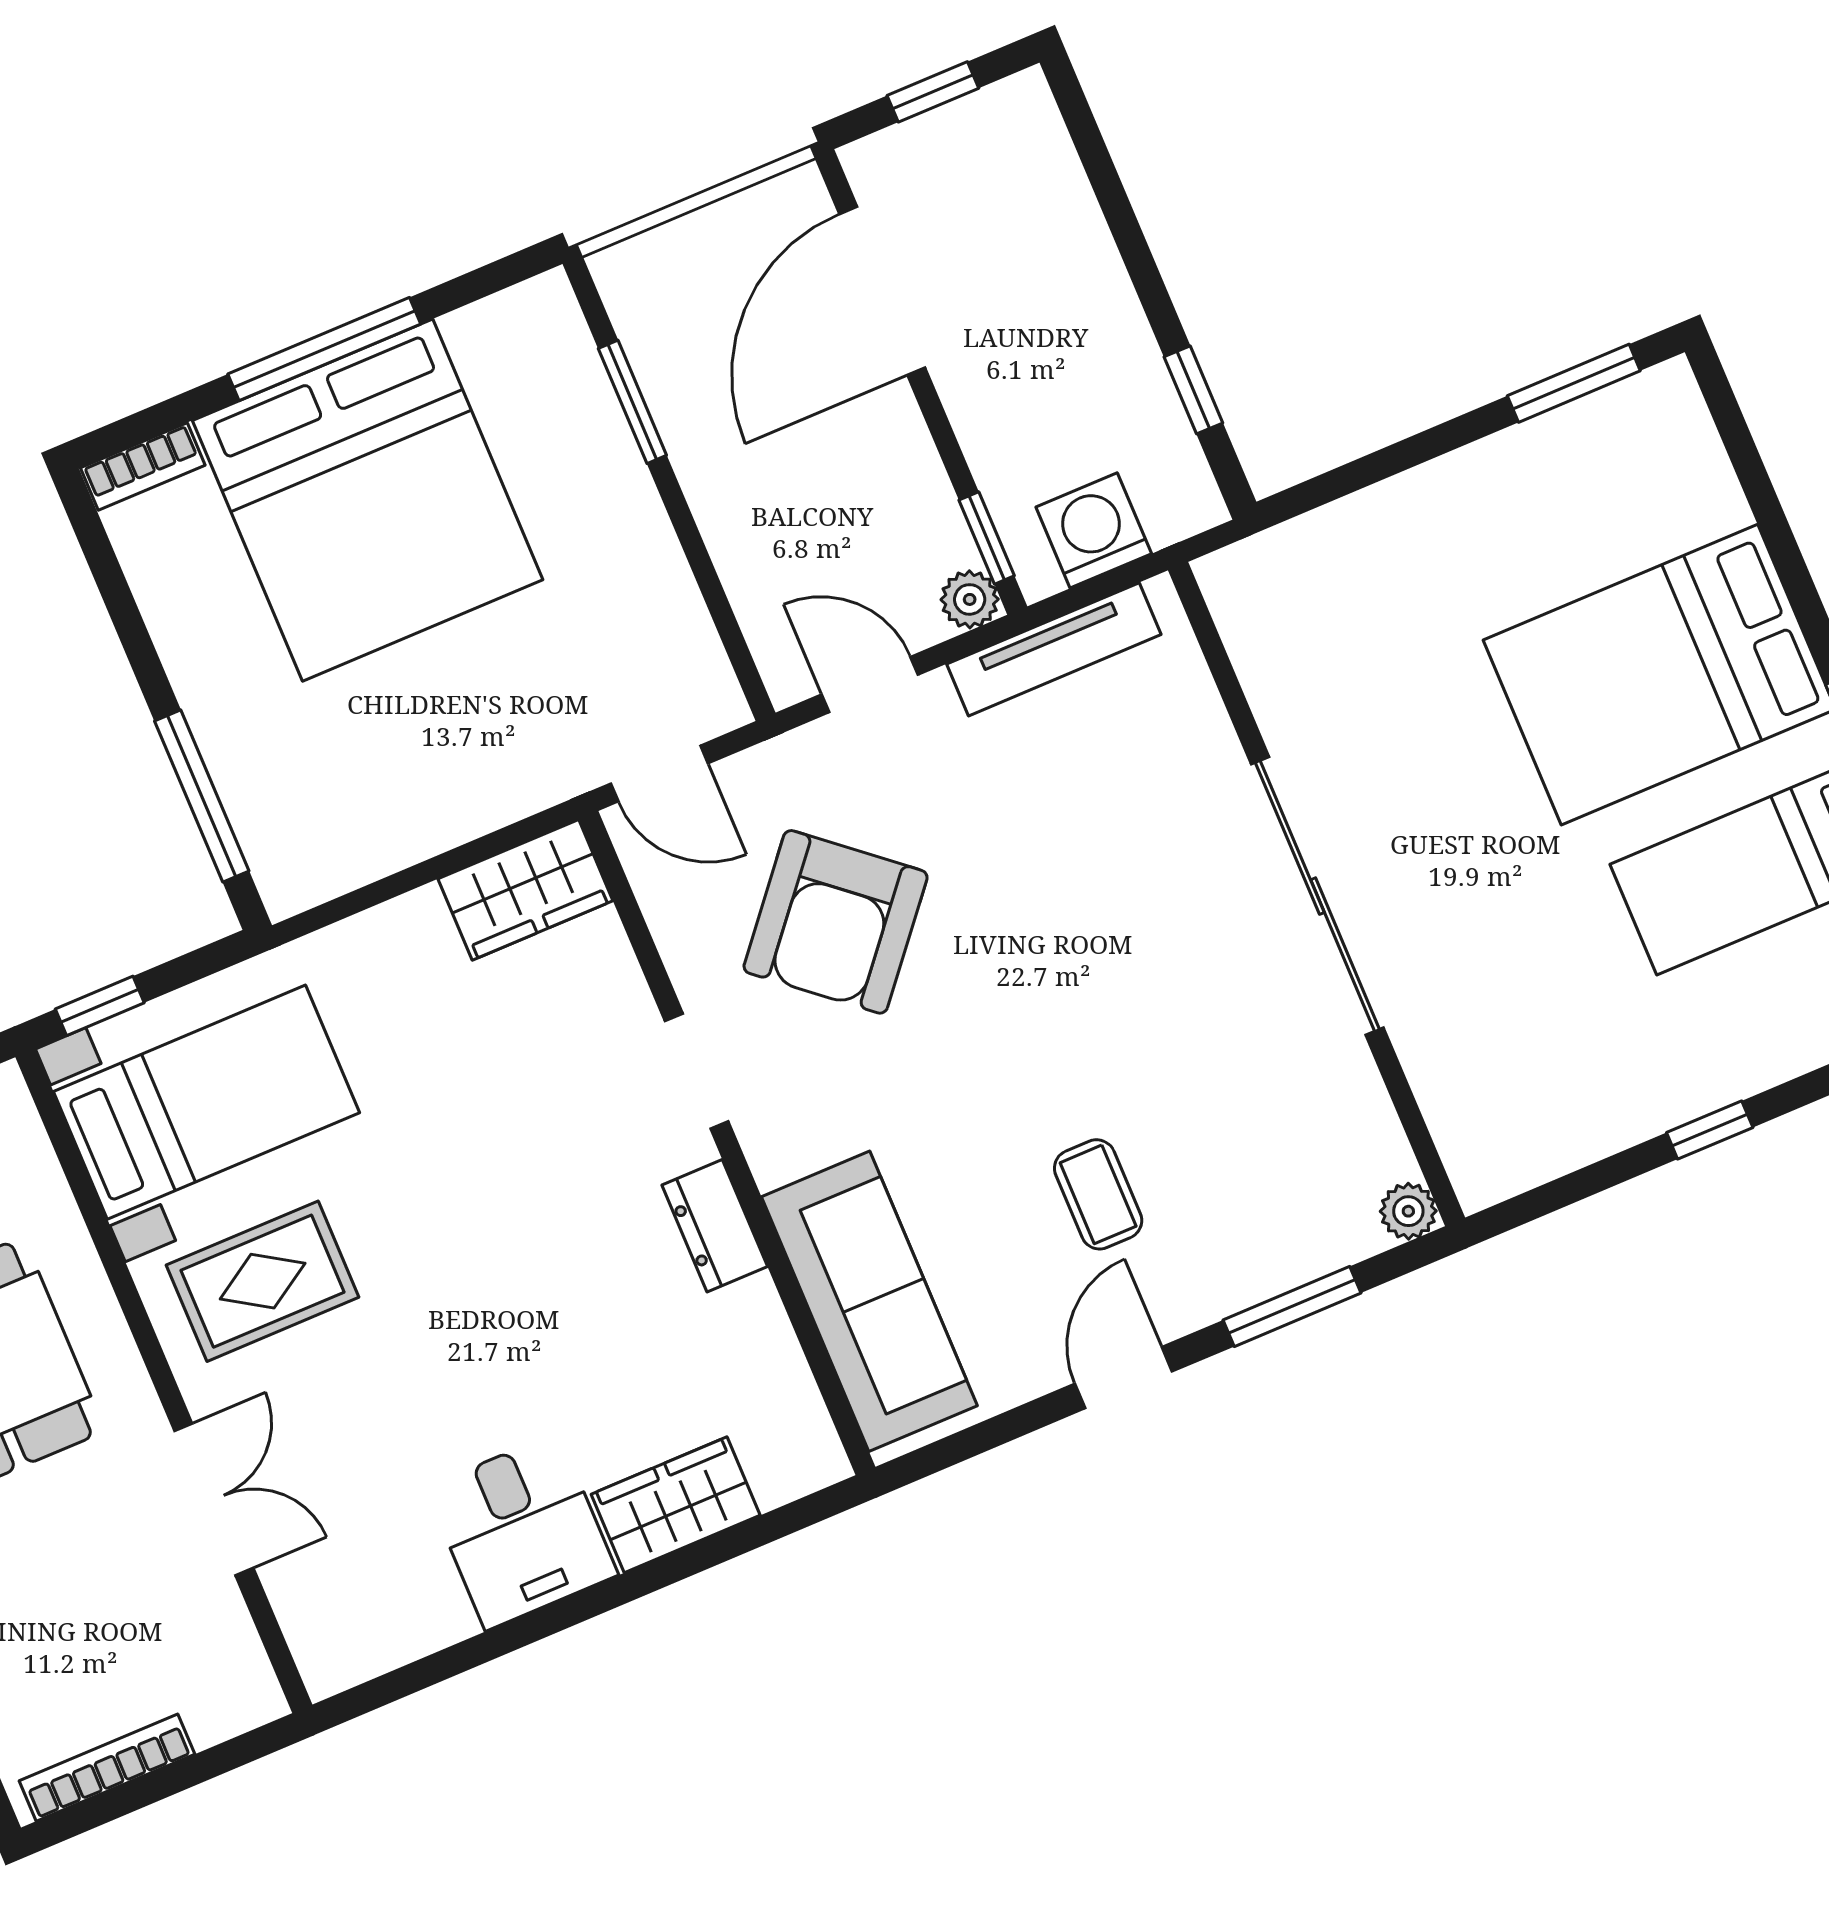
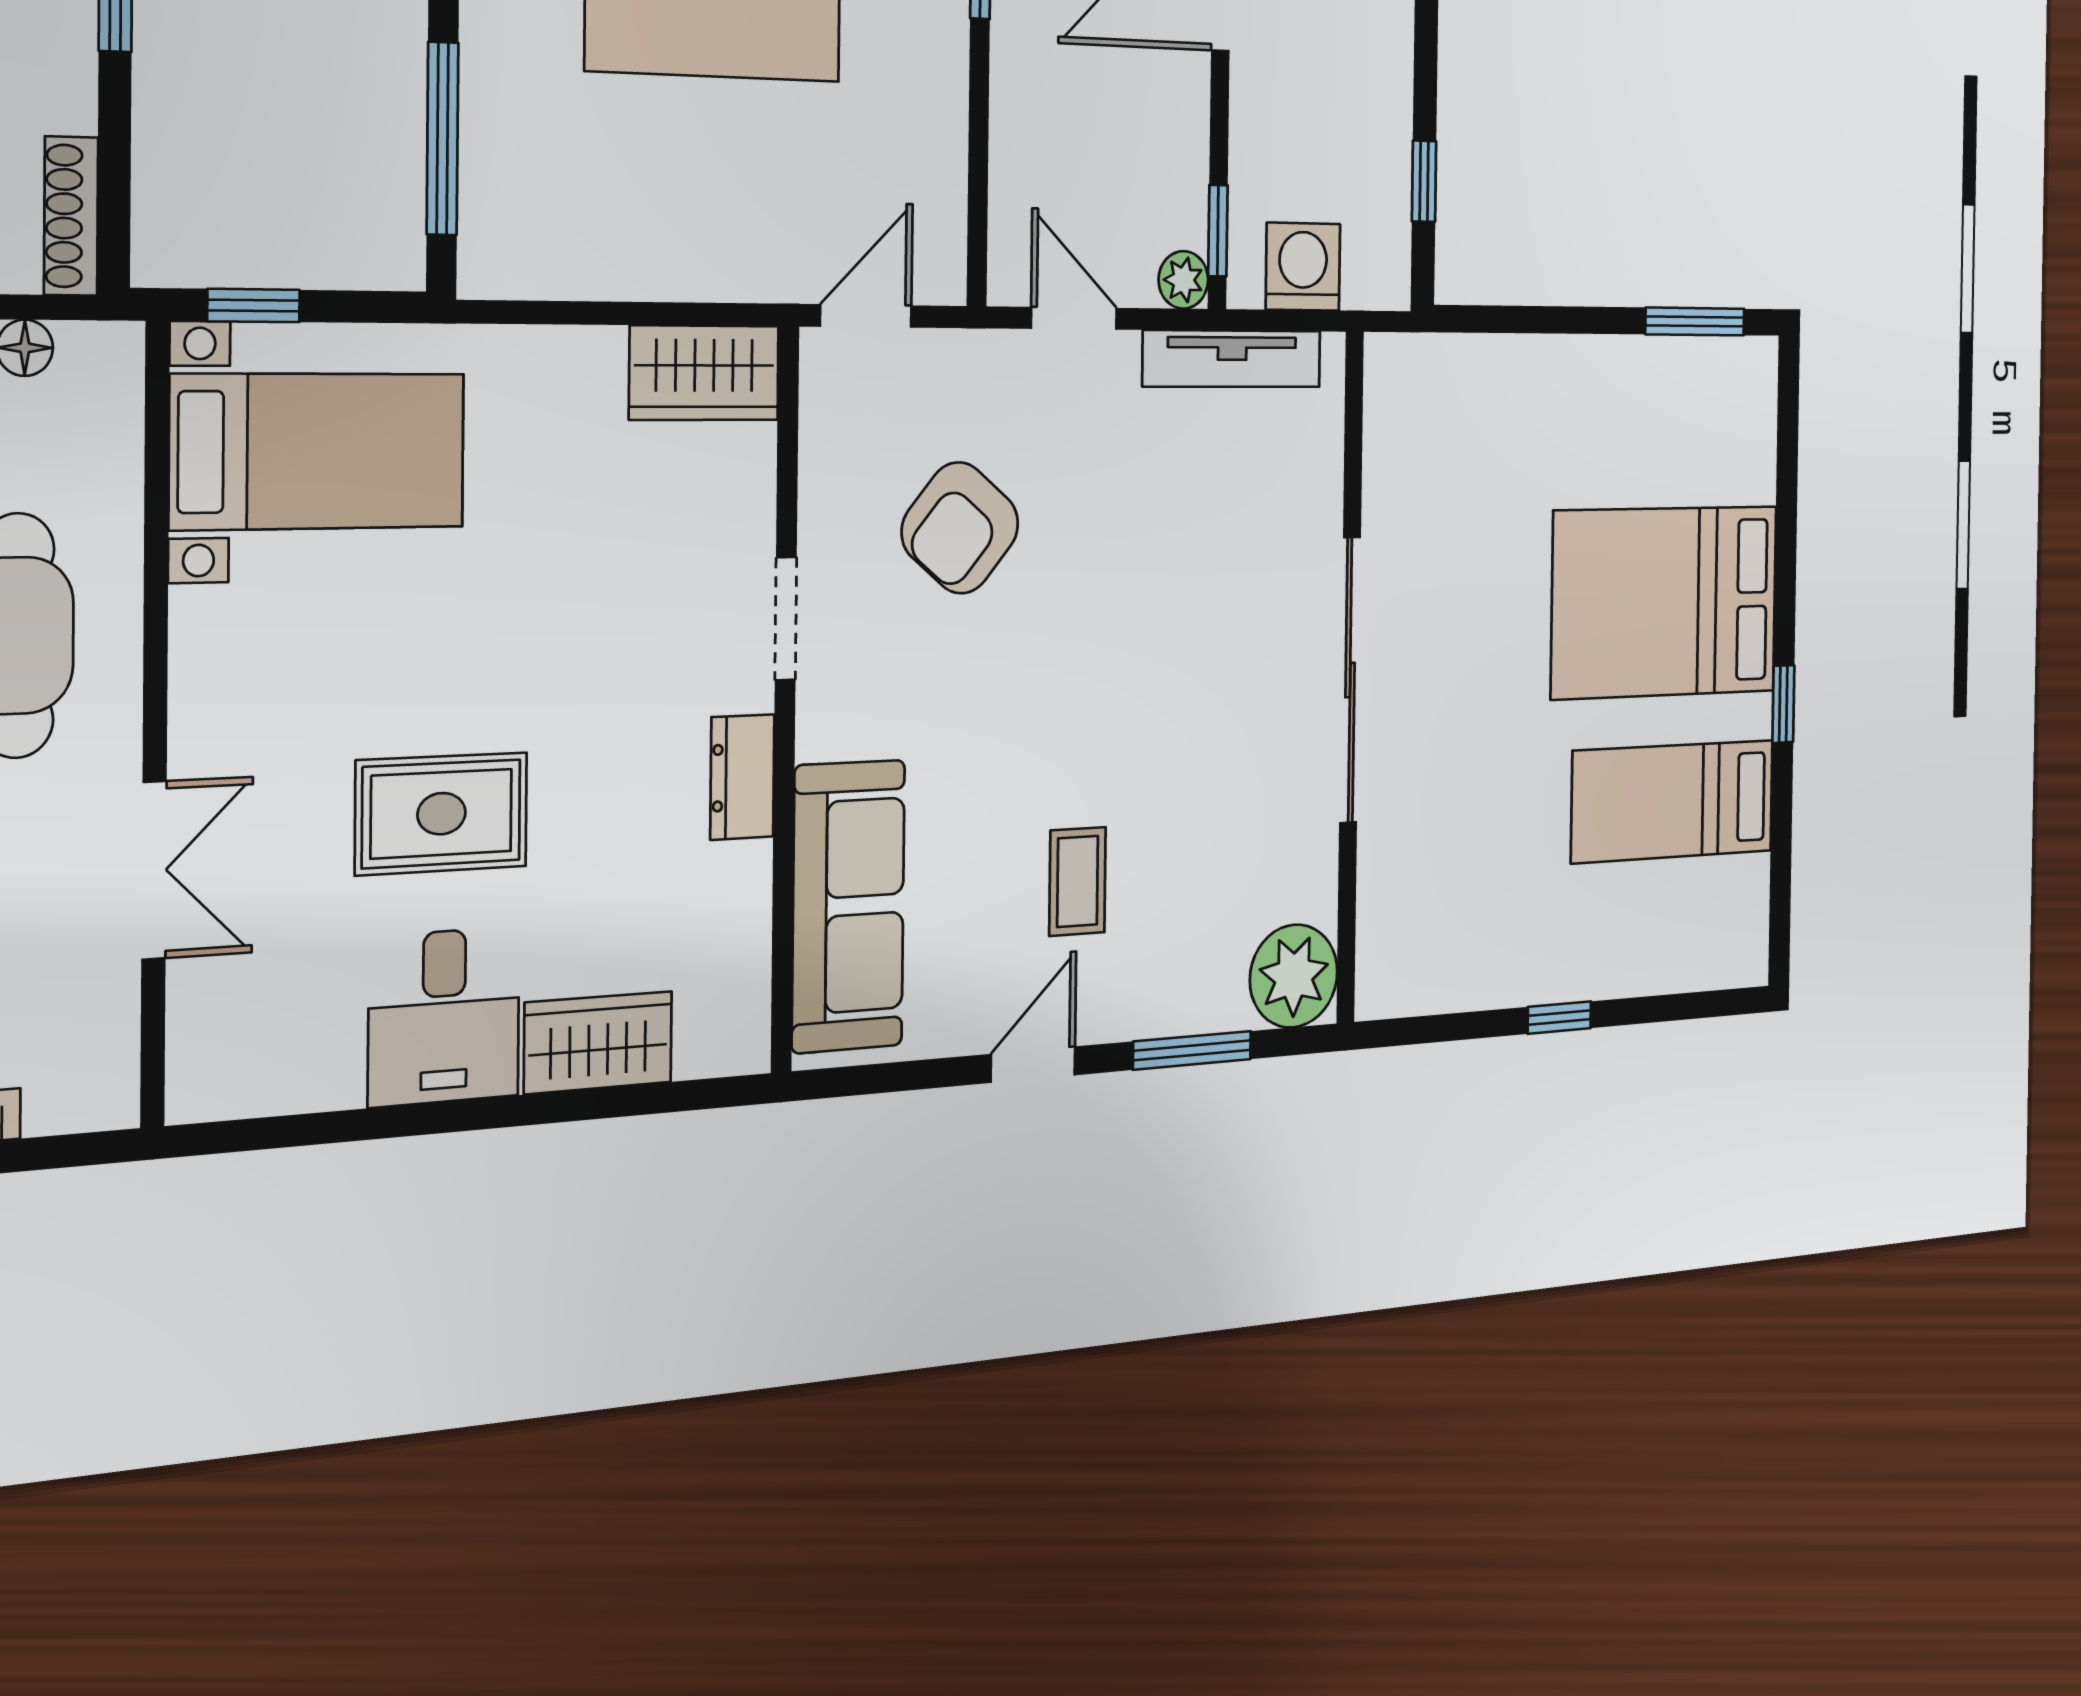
door: (659, 773) -> (866, 316), swing flipped
armchair: (836, 922) -> (960, 528), width x0.73, depth x0.73
plant: (1408, 1211) -> (1294, 976), width x1.87, depth x1.87
rug: (263, 1281) -> (441, 814), moved

